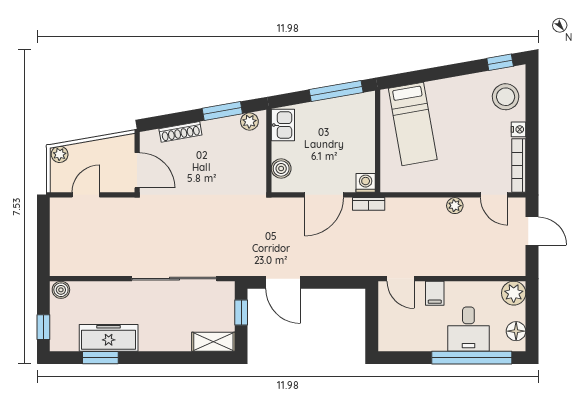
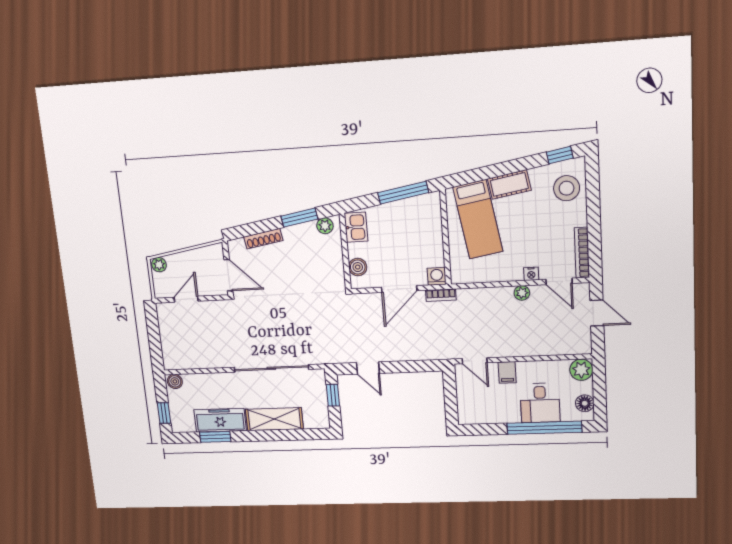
cot: (447, 89) -> (509, 184), added
nightstand: (519, 129) -> (531, 274), moved, turned 90
door: (283, 282) -> (368, 368), width x0.73
shelving: (213, 342) -> (274, 419), moved, width x1.50, depth x1.33

